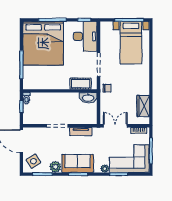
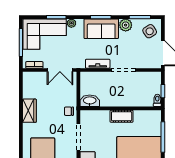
cot: (81, 84) -> (122, 116), moved
wardrobe: (143, 106) -> (29, 111), moved

